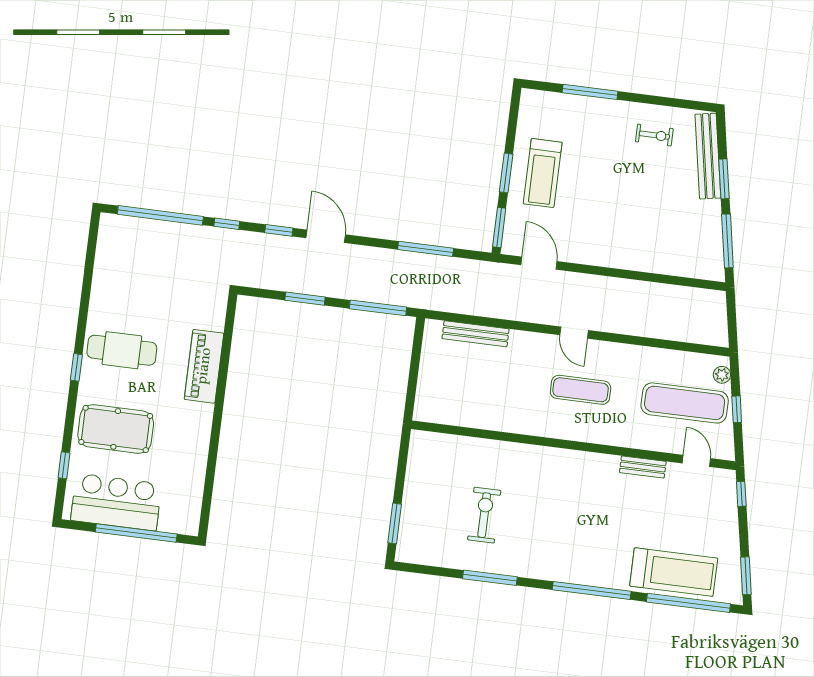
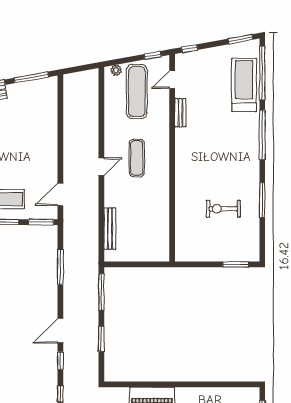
window: (737, 409) -> (153, 55), moved

